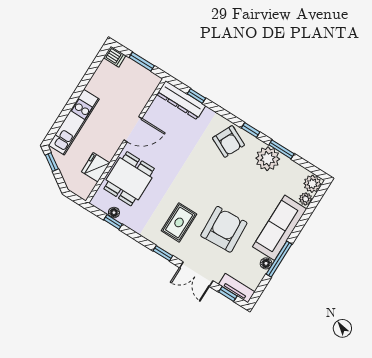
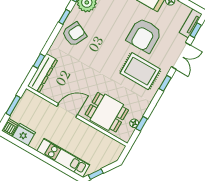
door: (133, 129) -> (67, 110), hinge flipped
fridge: (96, 167) -> (24, 135), moved, turned 180
rug: (179, 222) -> (140, 71), width x1.36, depth x1.43
armchair: (224, 229) -> (144, 35), turned -87

